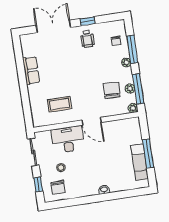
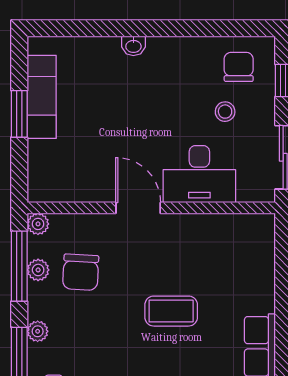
coffee table: (59, 104) -> (171, 311), moved
window: (148, 153) -> (19, 114), width x0.69

